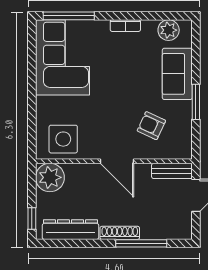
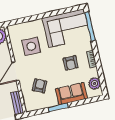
armchair: (124, 63) -> (71, 63), added
side table: (63, 139) -> (31, 46), moved

